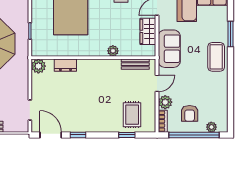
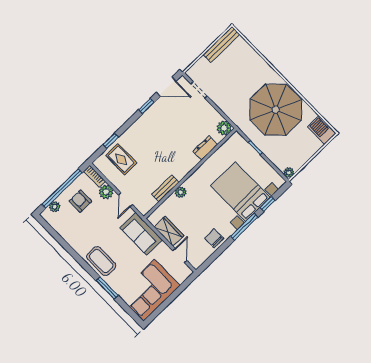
bench: (135, 64) -> (165, 188), moved

